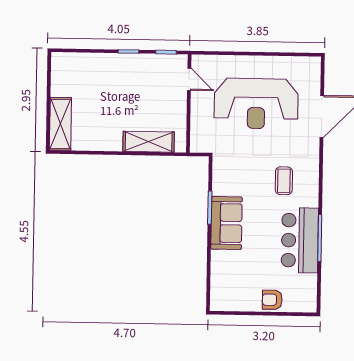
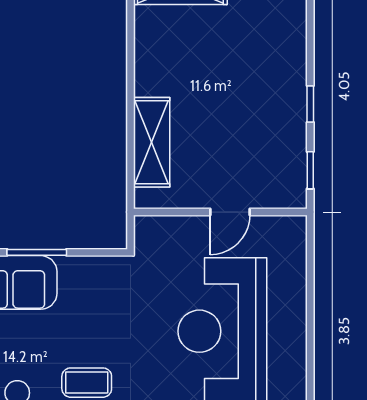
door: (189, 79) -> (230, 212), moved

